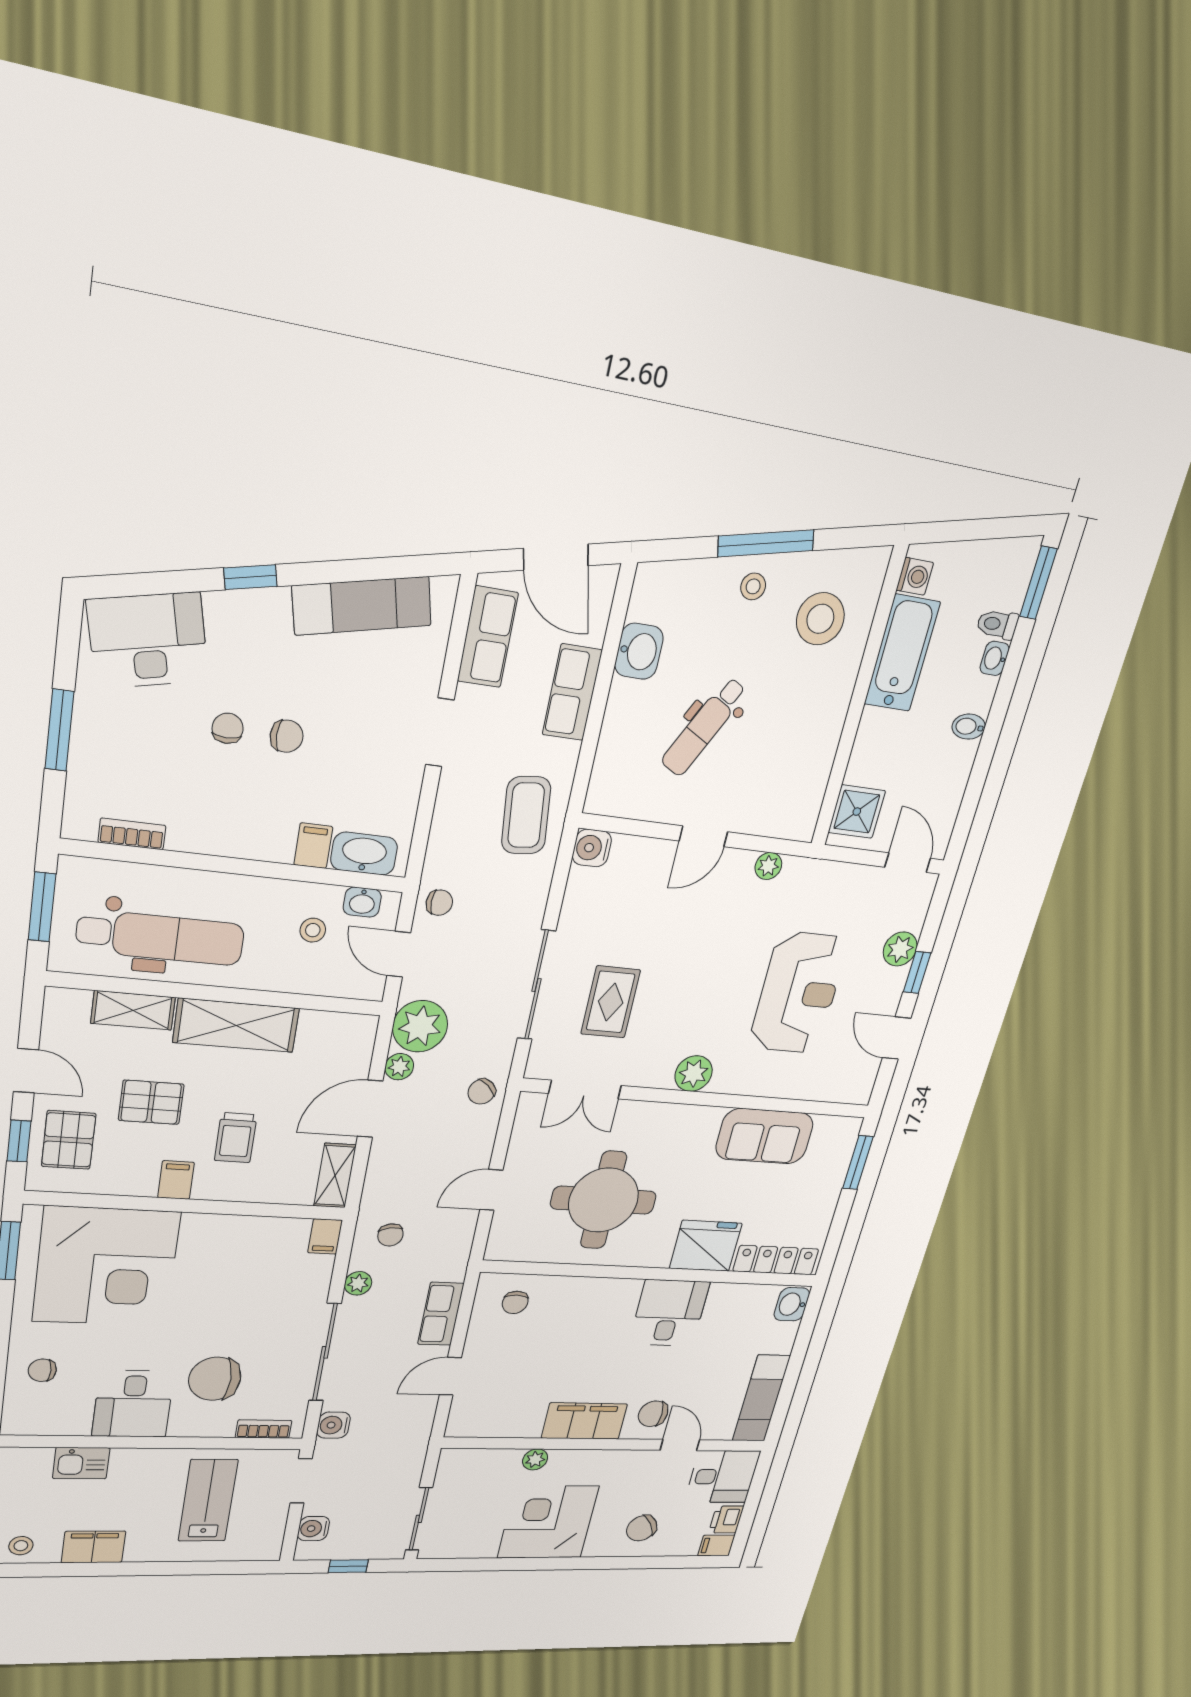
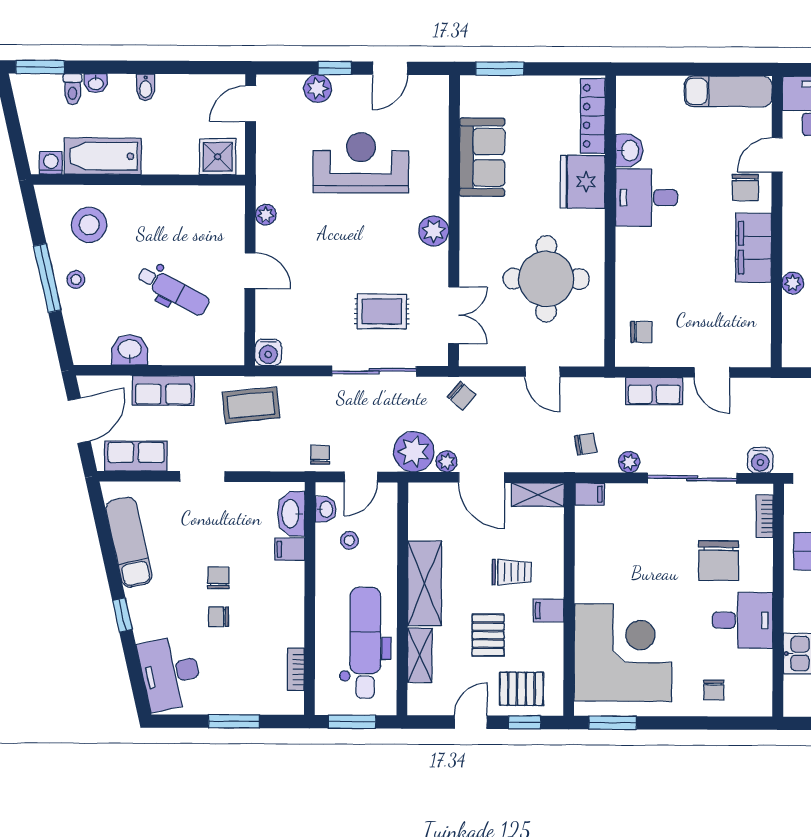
washbasin: (792, 1304) -> (629, 151), moved, turned -90

